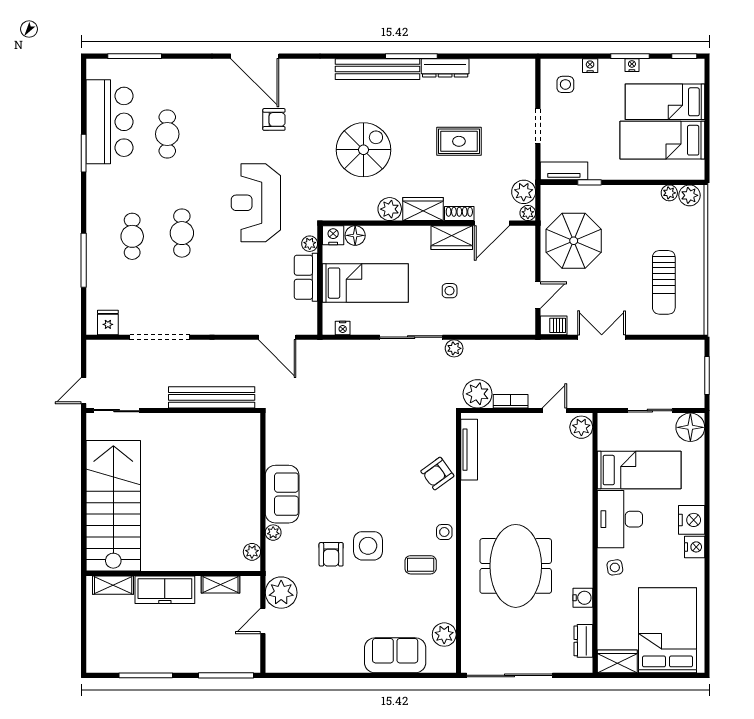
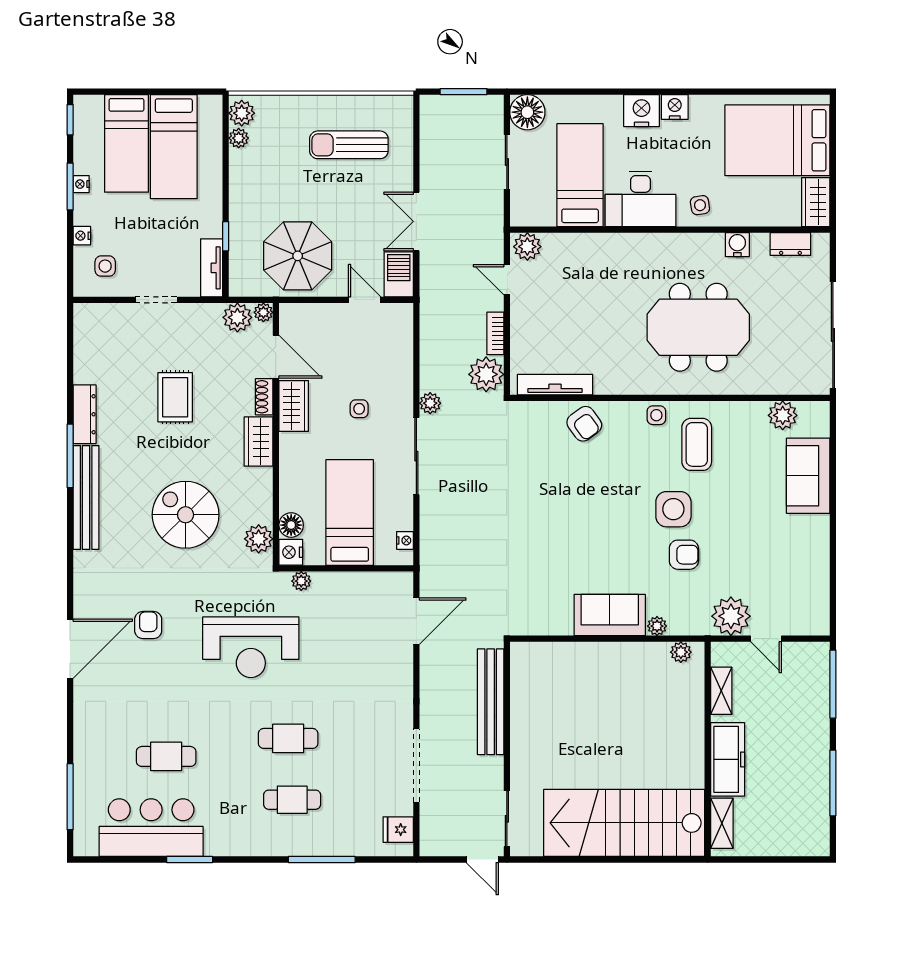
plant: (390, 209) -> (259, 539), moved
row of seats: (306, 277) -> (343, 586), removed
sun lounger: (664, 282) -> (349, 145), turned 180
barbecue: (554, 325) -> (399, 274), width x1.38, depth x1.27
coffee table: (421, 565) -> (697, 444), width x1.36, depth x1.30

